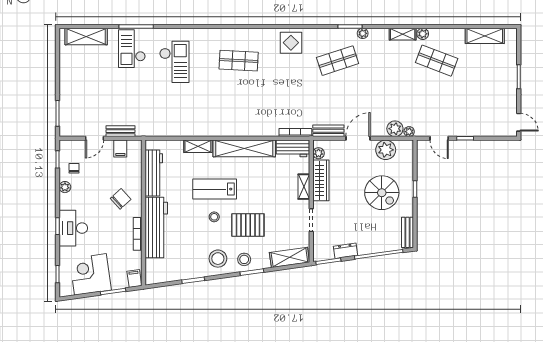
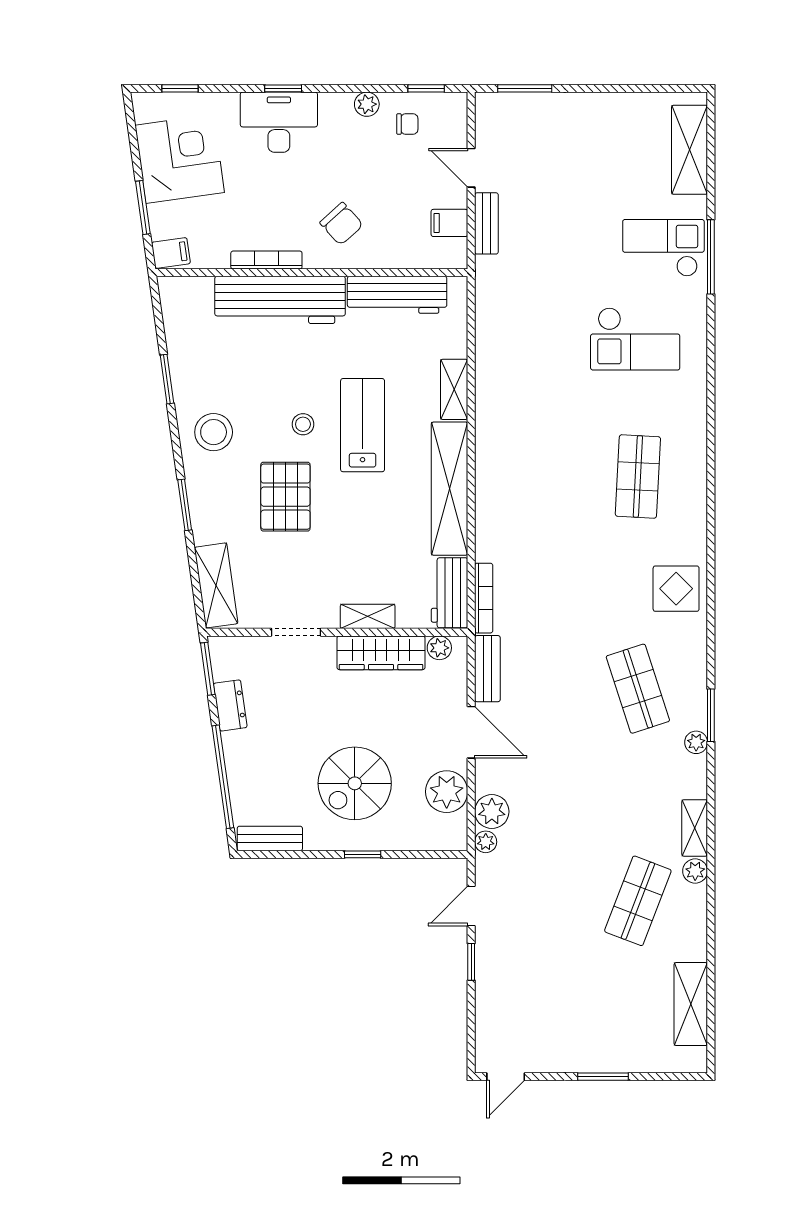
stool: (244, 259) -> (212, 488), removed

